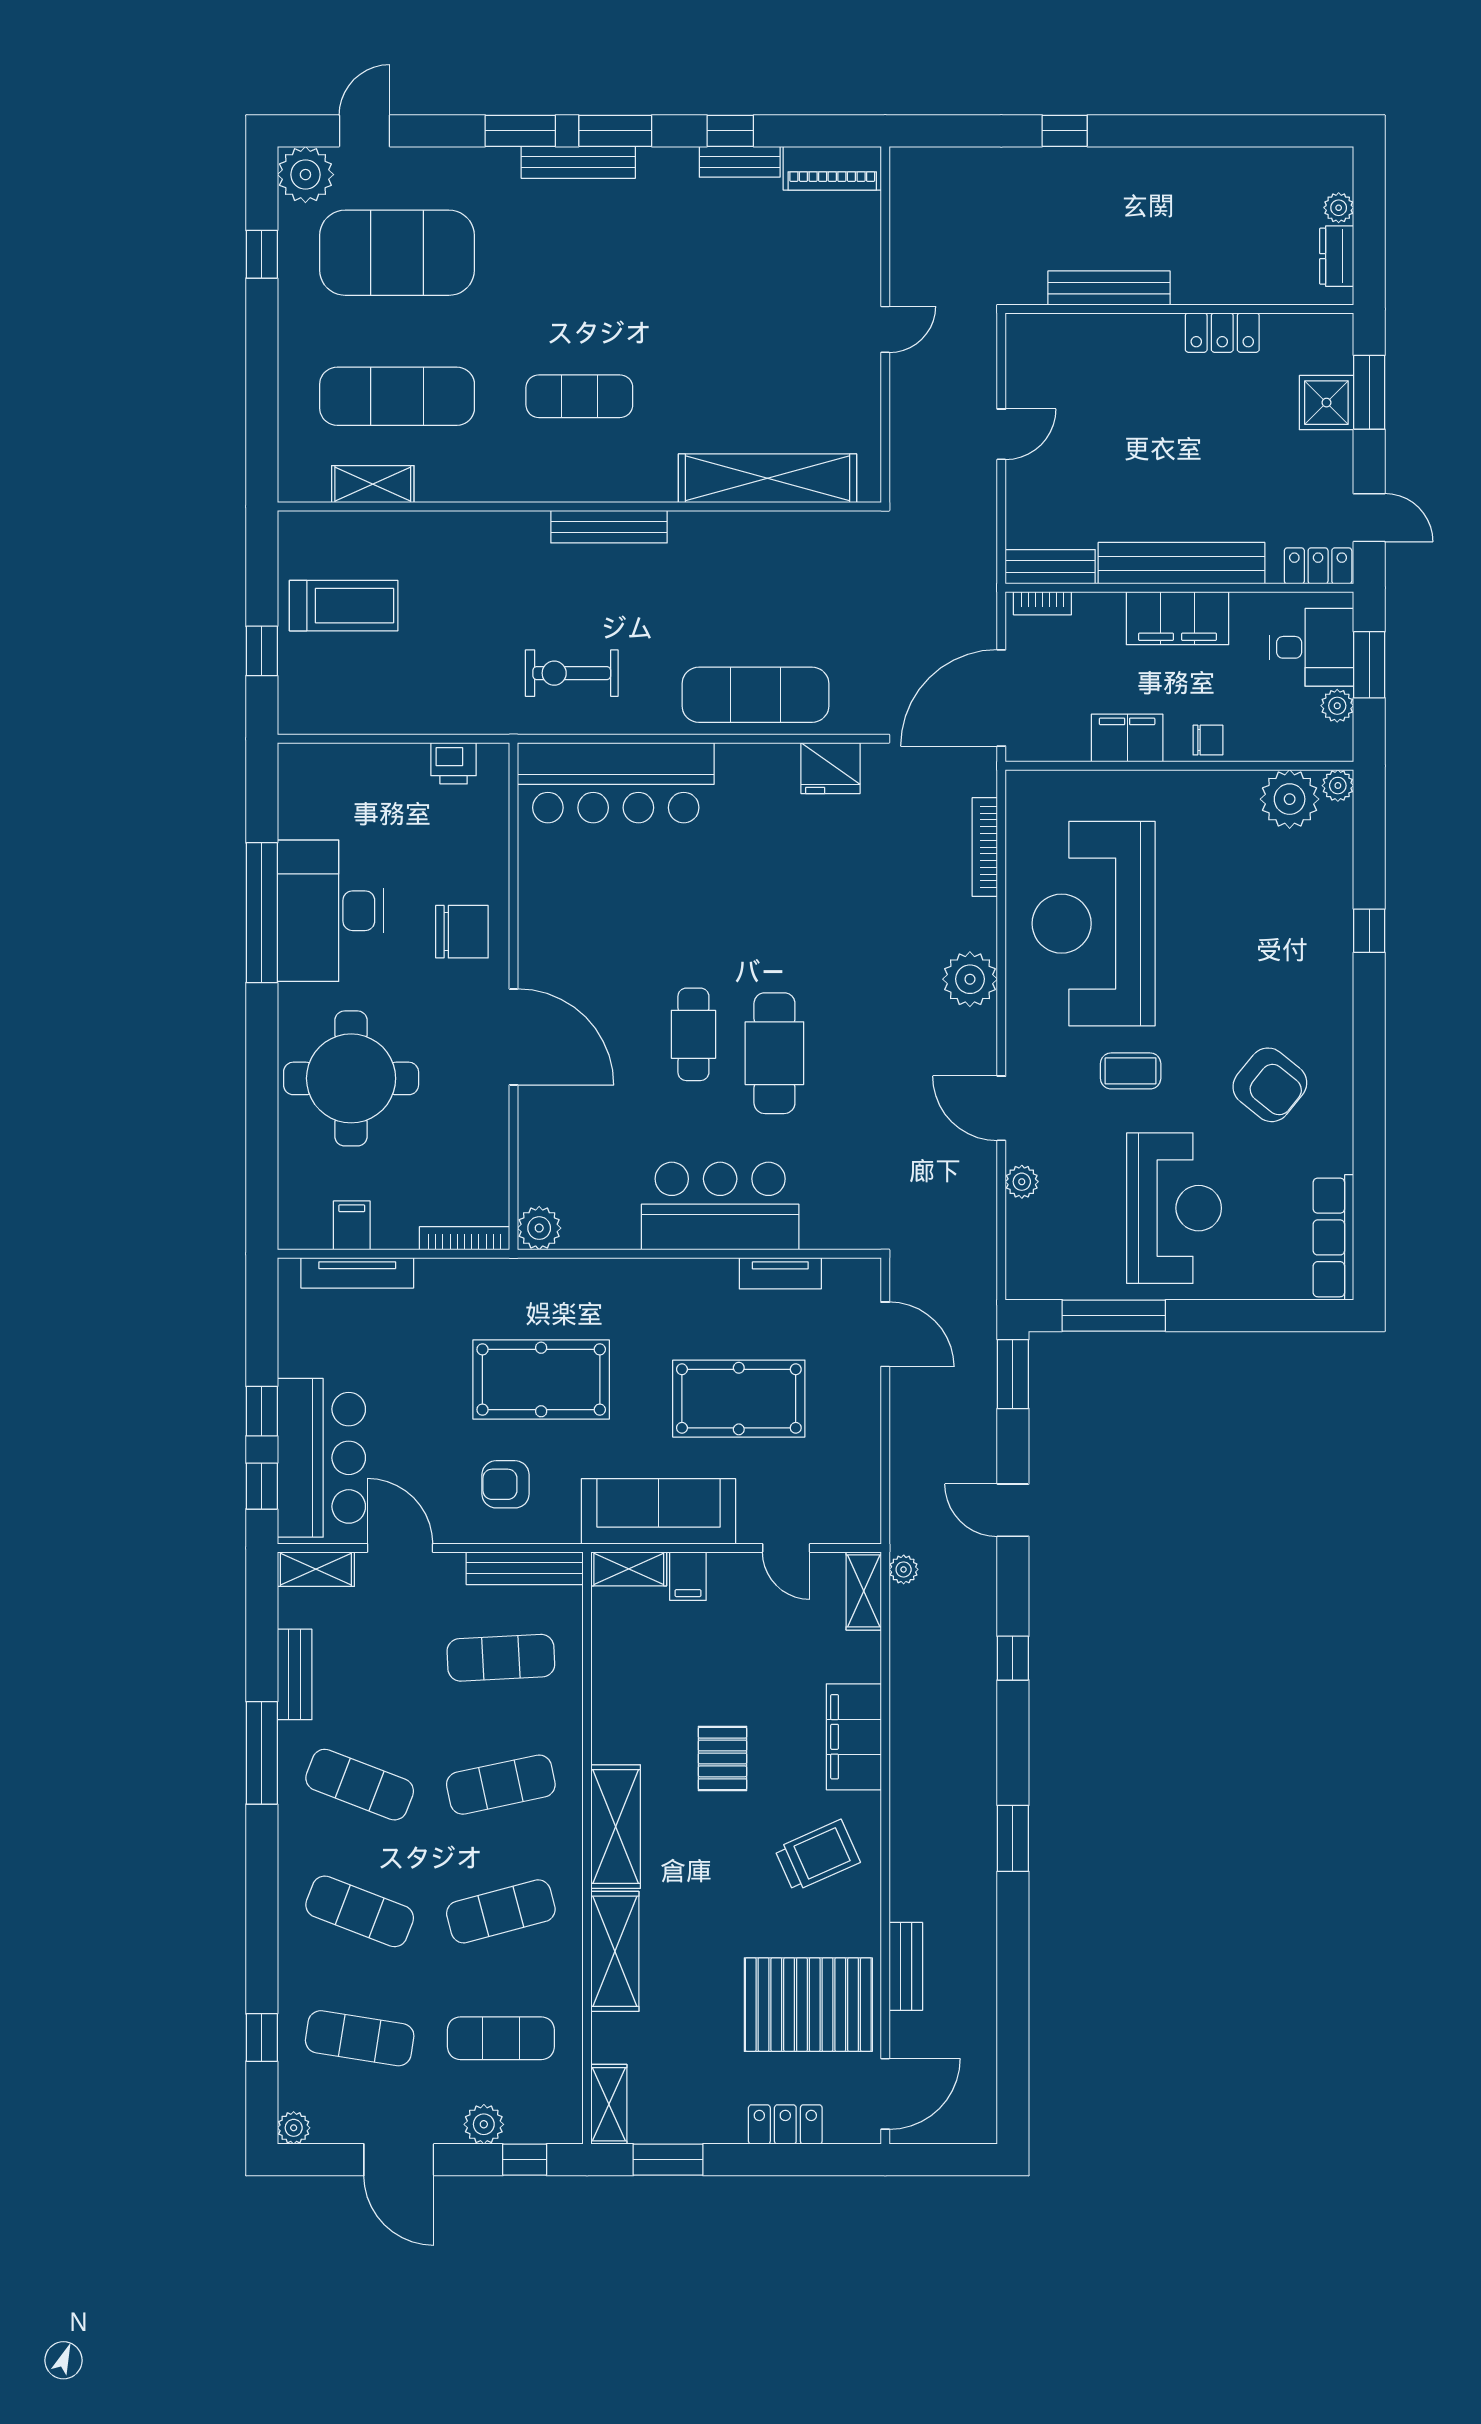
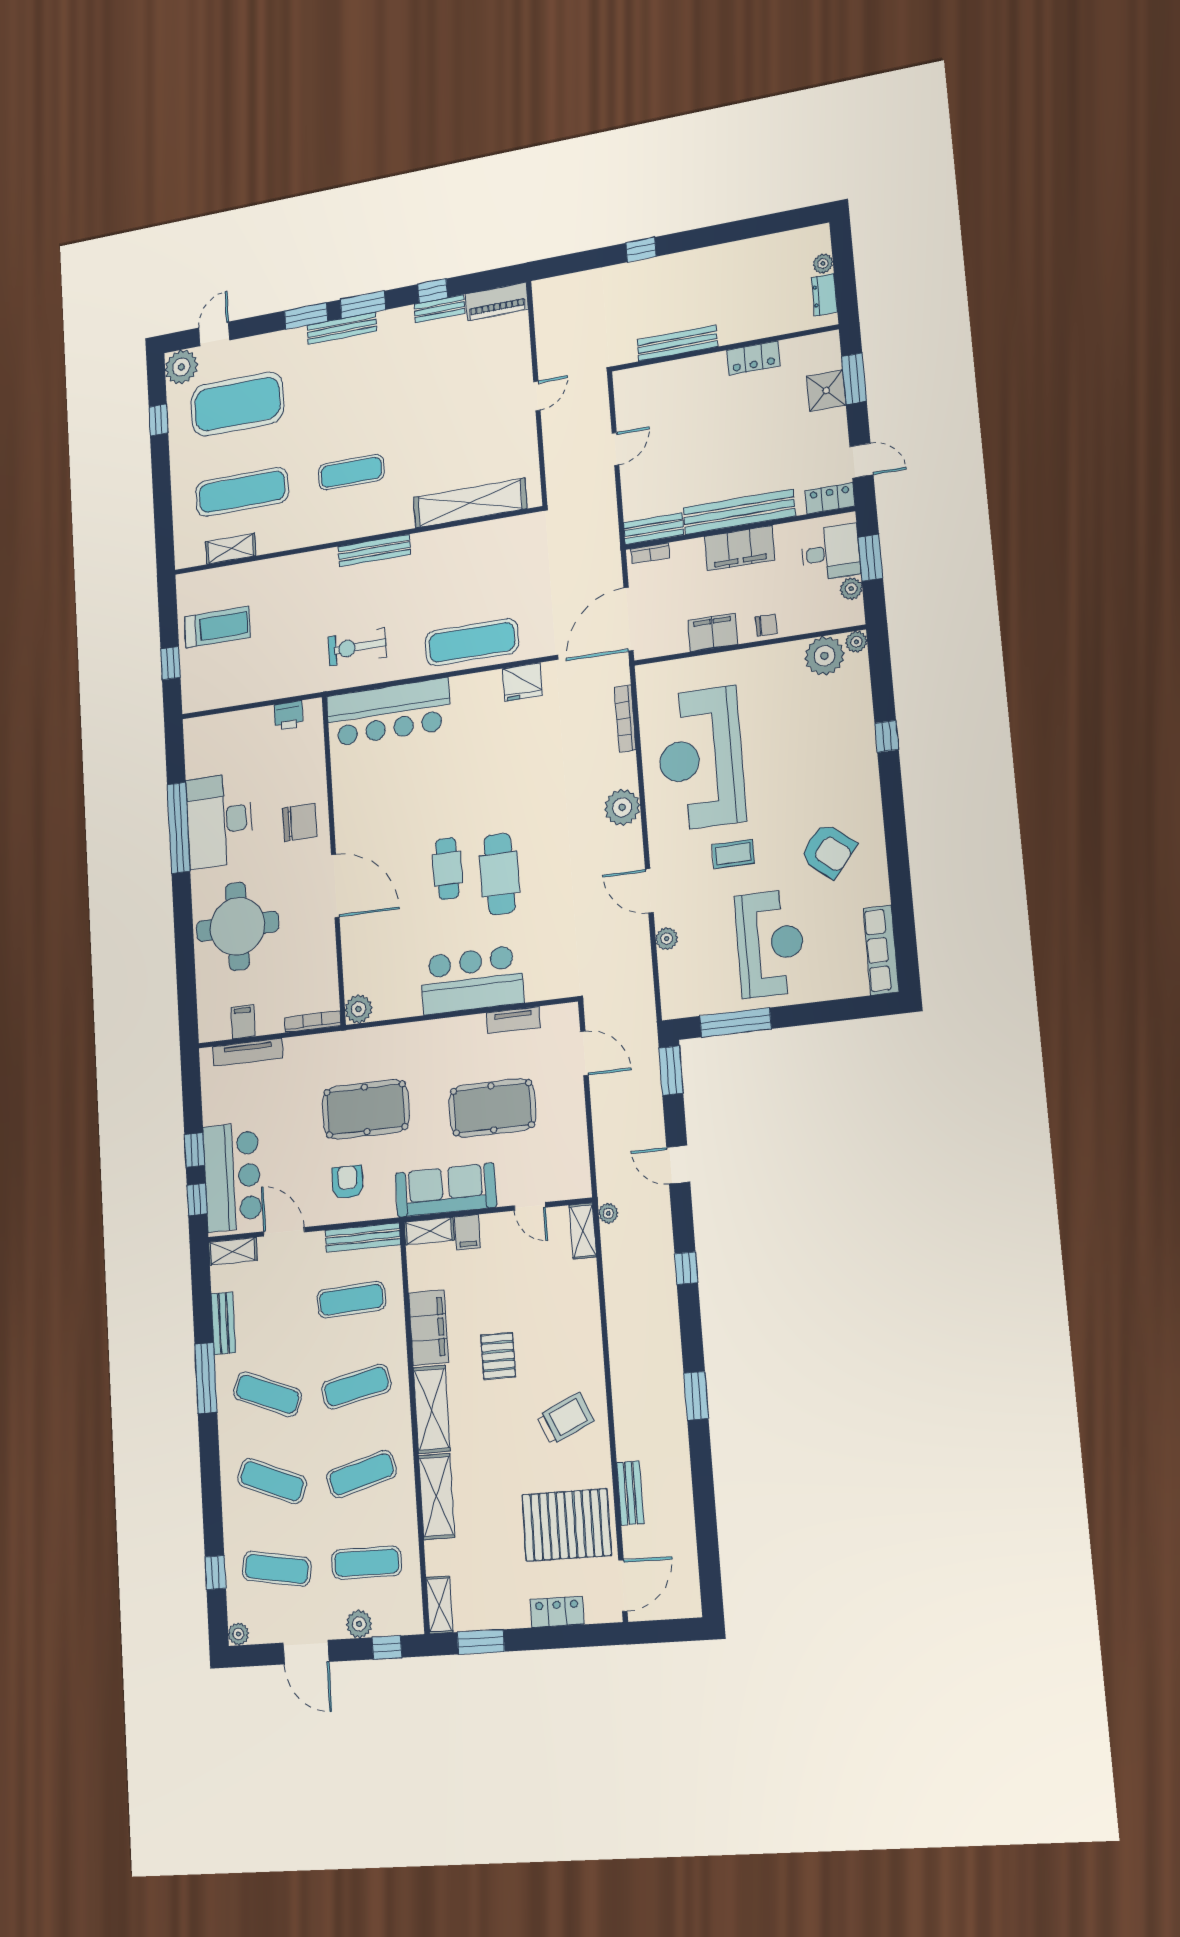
armchair: (506, 1484) -> (348, 1182), turned 90
filing cabinet: (854, 1737) -> (428, 1328), moved, turned 180

